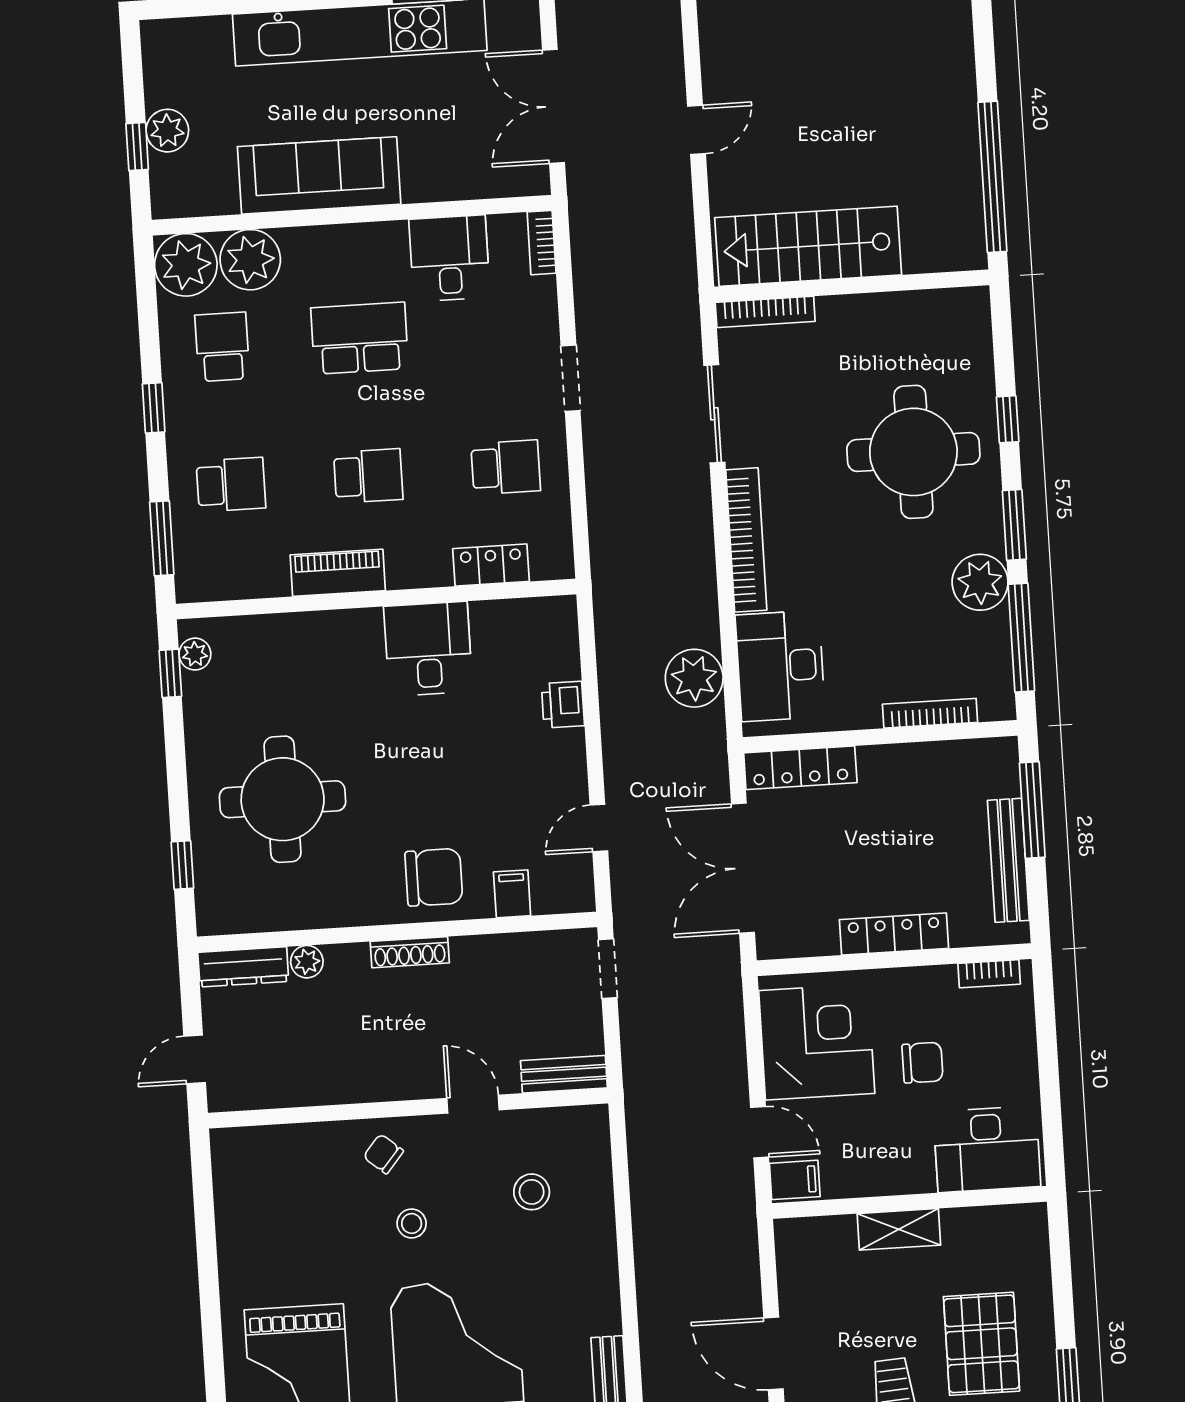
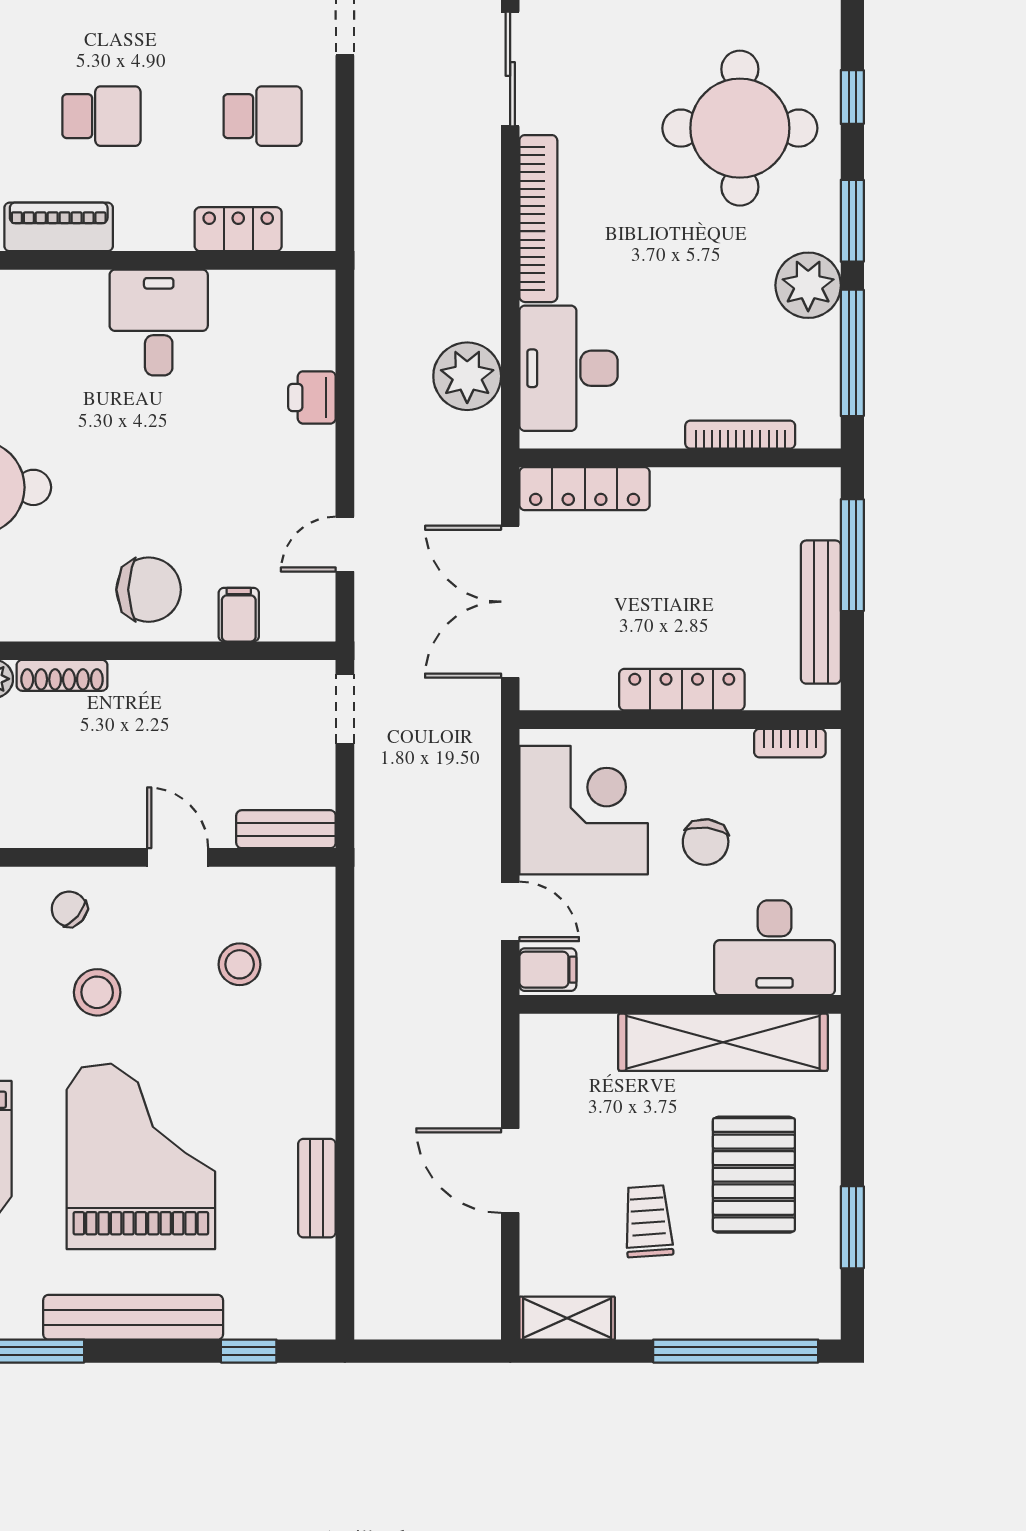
shoe rack: (410, 952) -> (62, 675), moved
chair: (922, 1063) -> (706, 842), turned 97
stool: (412, 1223) -> (97, 992), width x1.37, depth x1.37
shelving: (899, 1229) -> (723, 1042), width x2.20, depth x1.33

